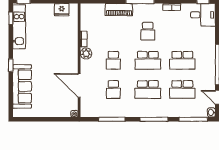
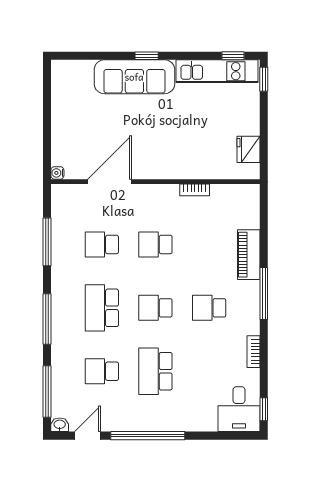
plant: (86, 54) -> (168, 194), removed
school desk: (148, 60) -> (155, 308), width x0.54
sofa: (22, 86) -> (134, 77), moved
school desk: (182, 90) -> (102, 371), width x0.54

